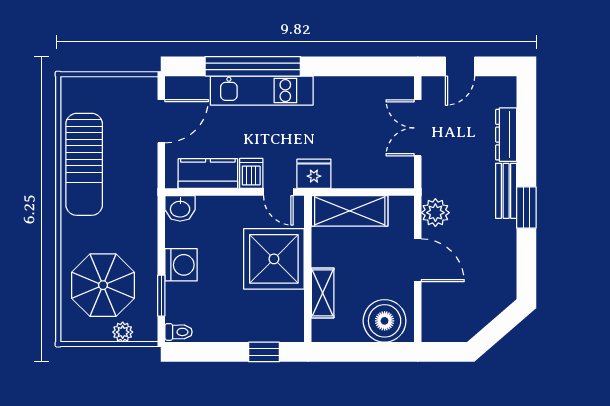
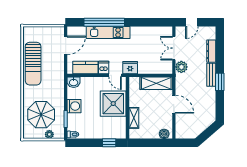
shelving: (350, 211) -> (156, 83), moved
plant: (435, 213) -> (181, 67), moved
boiler: (385, 321) -> (164, 134), width x0.54, depth x0.54

